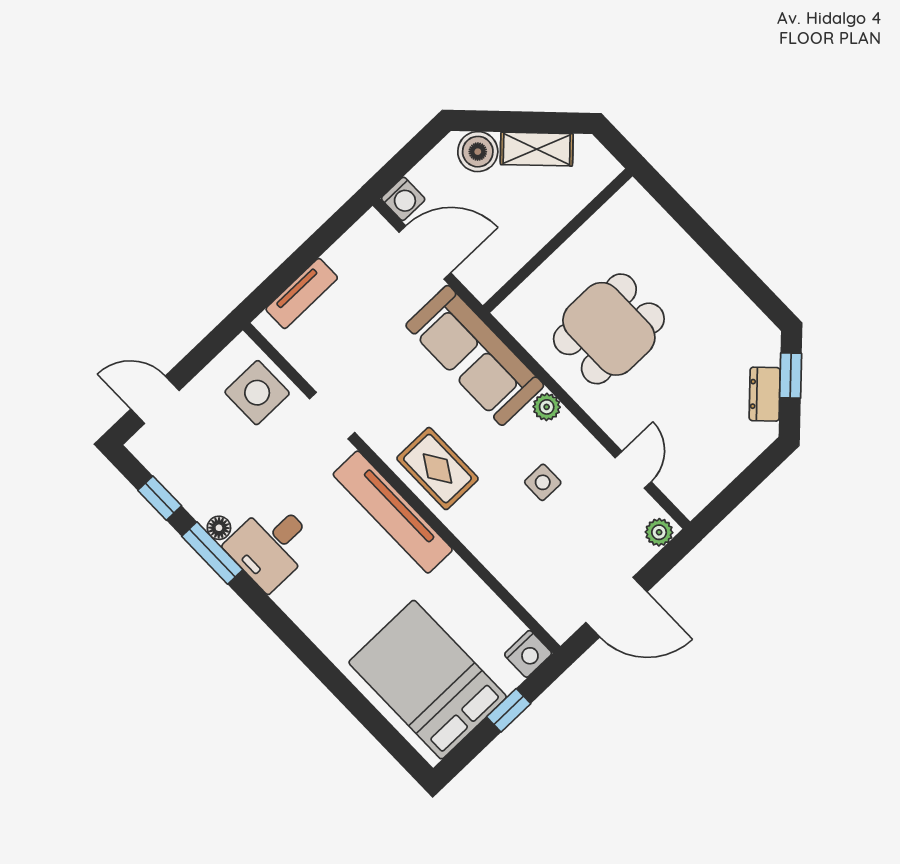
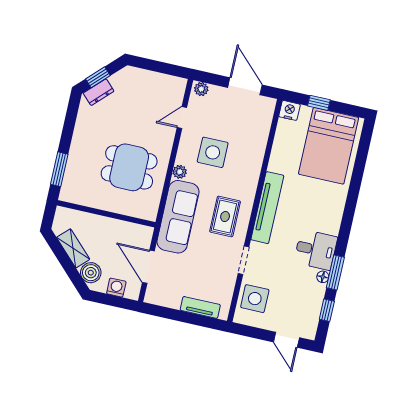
washing machine: (403, 199) -> (116, 288), moved
window: (682, 212) -> (59, 169), added
dresser: (765, 394) -> (99, 92), moved
rug: (437, 469) -> (225, 217), moved
side table: (543, 482) -> (213, 152), width x1.87, depth x1.87

